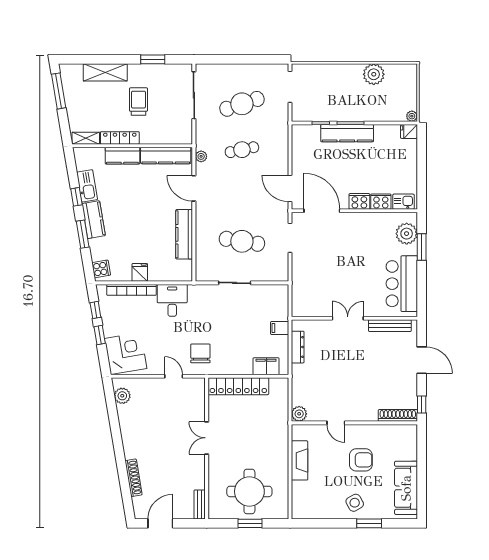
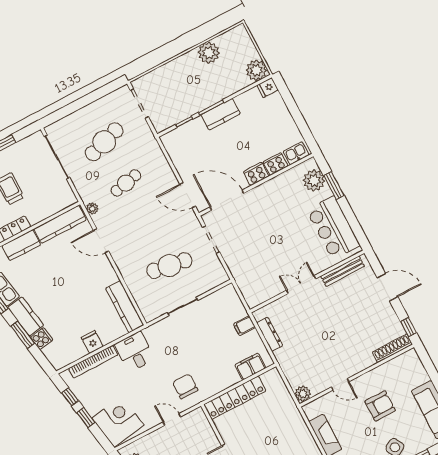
plant: (412, 116) -> (256, 70), width x1.88, depth x1.88
kitchen counter: (347, 133) -> (221, 114), width x0.67
kitchen counter: (184, 234) -> (125, 307), moved
cooker: (101, 269) -> (42, 339), moved

